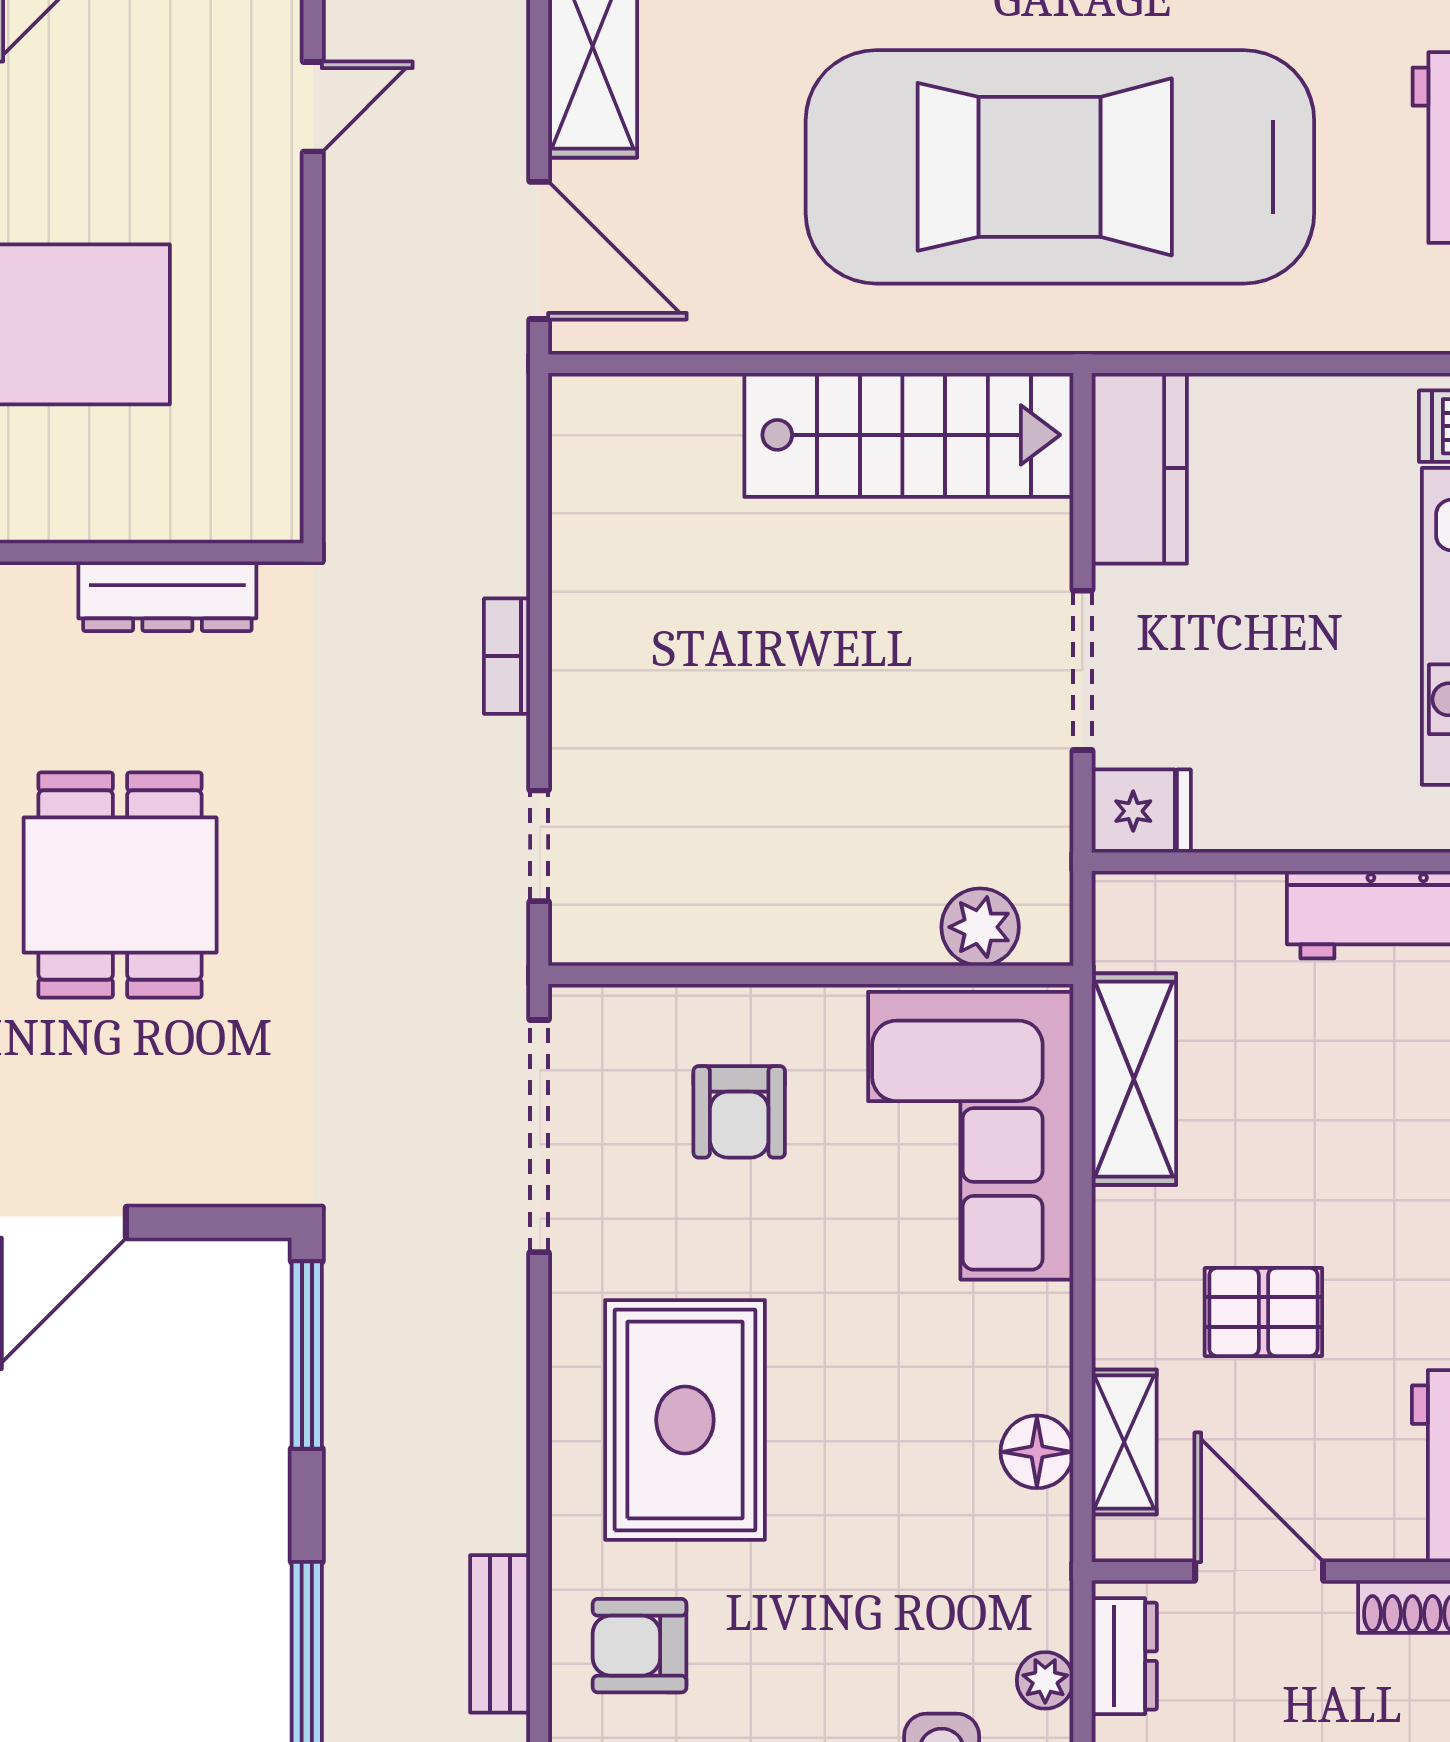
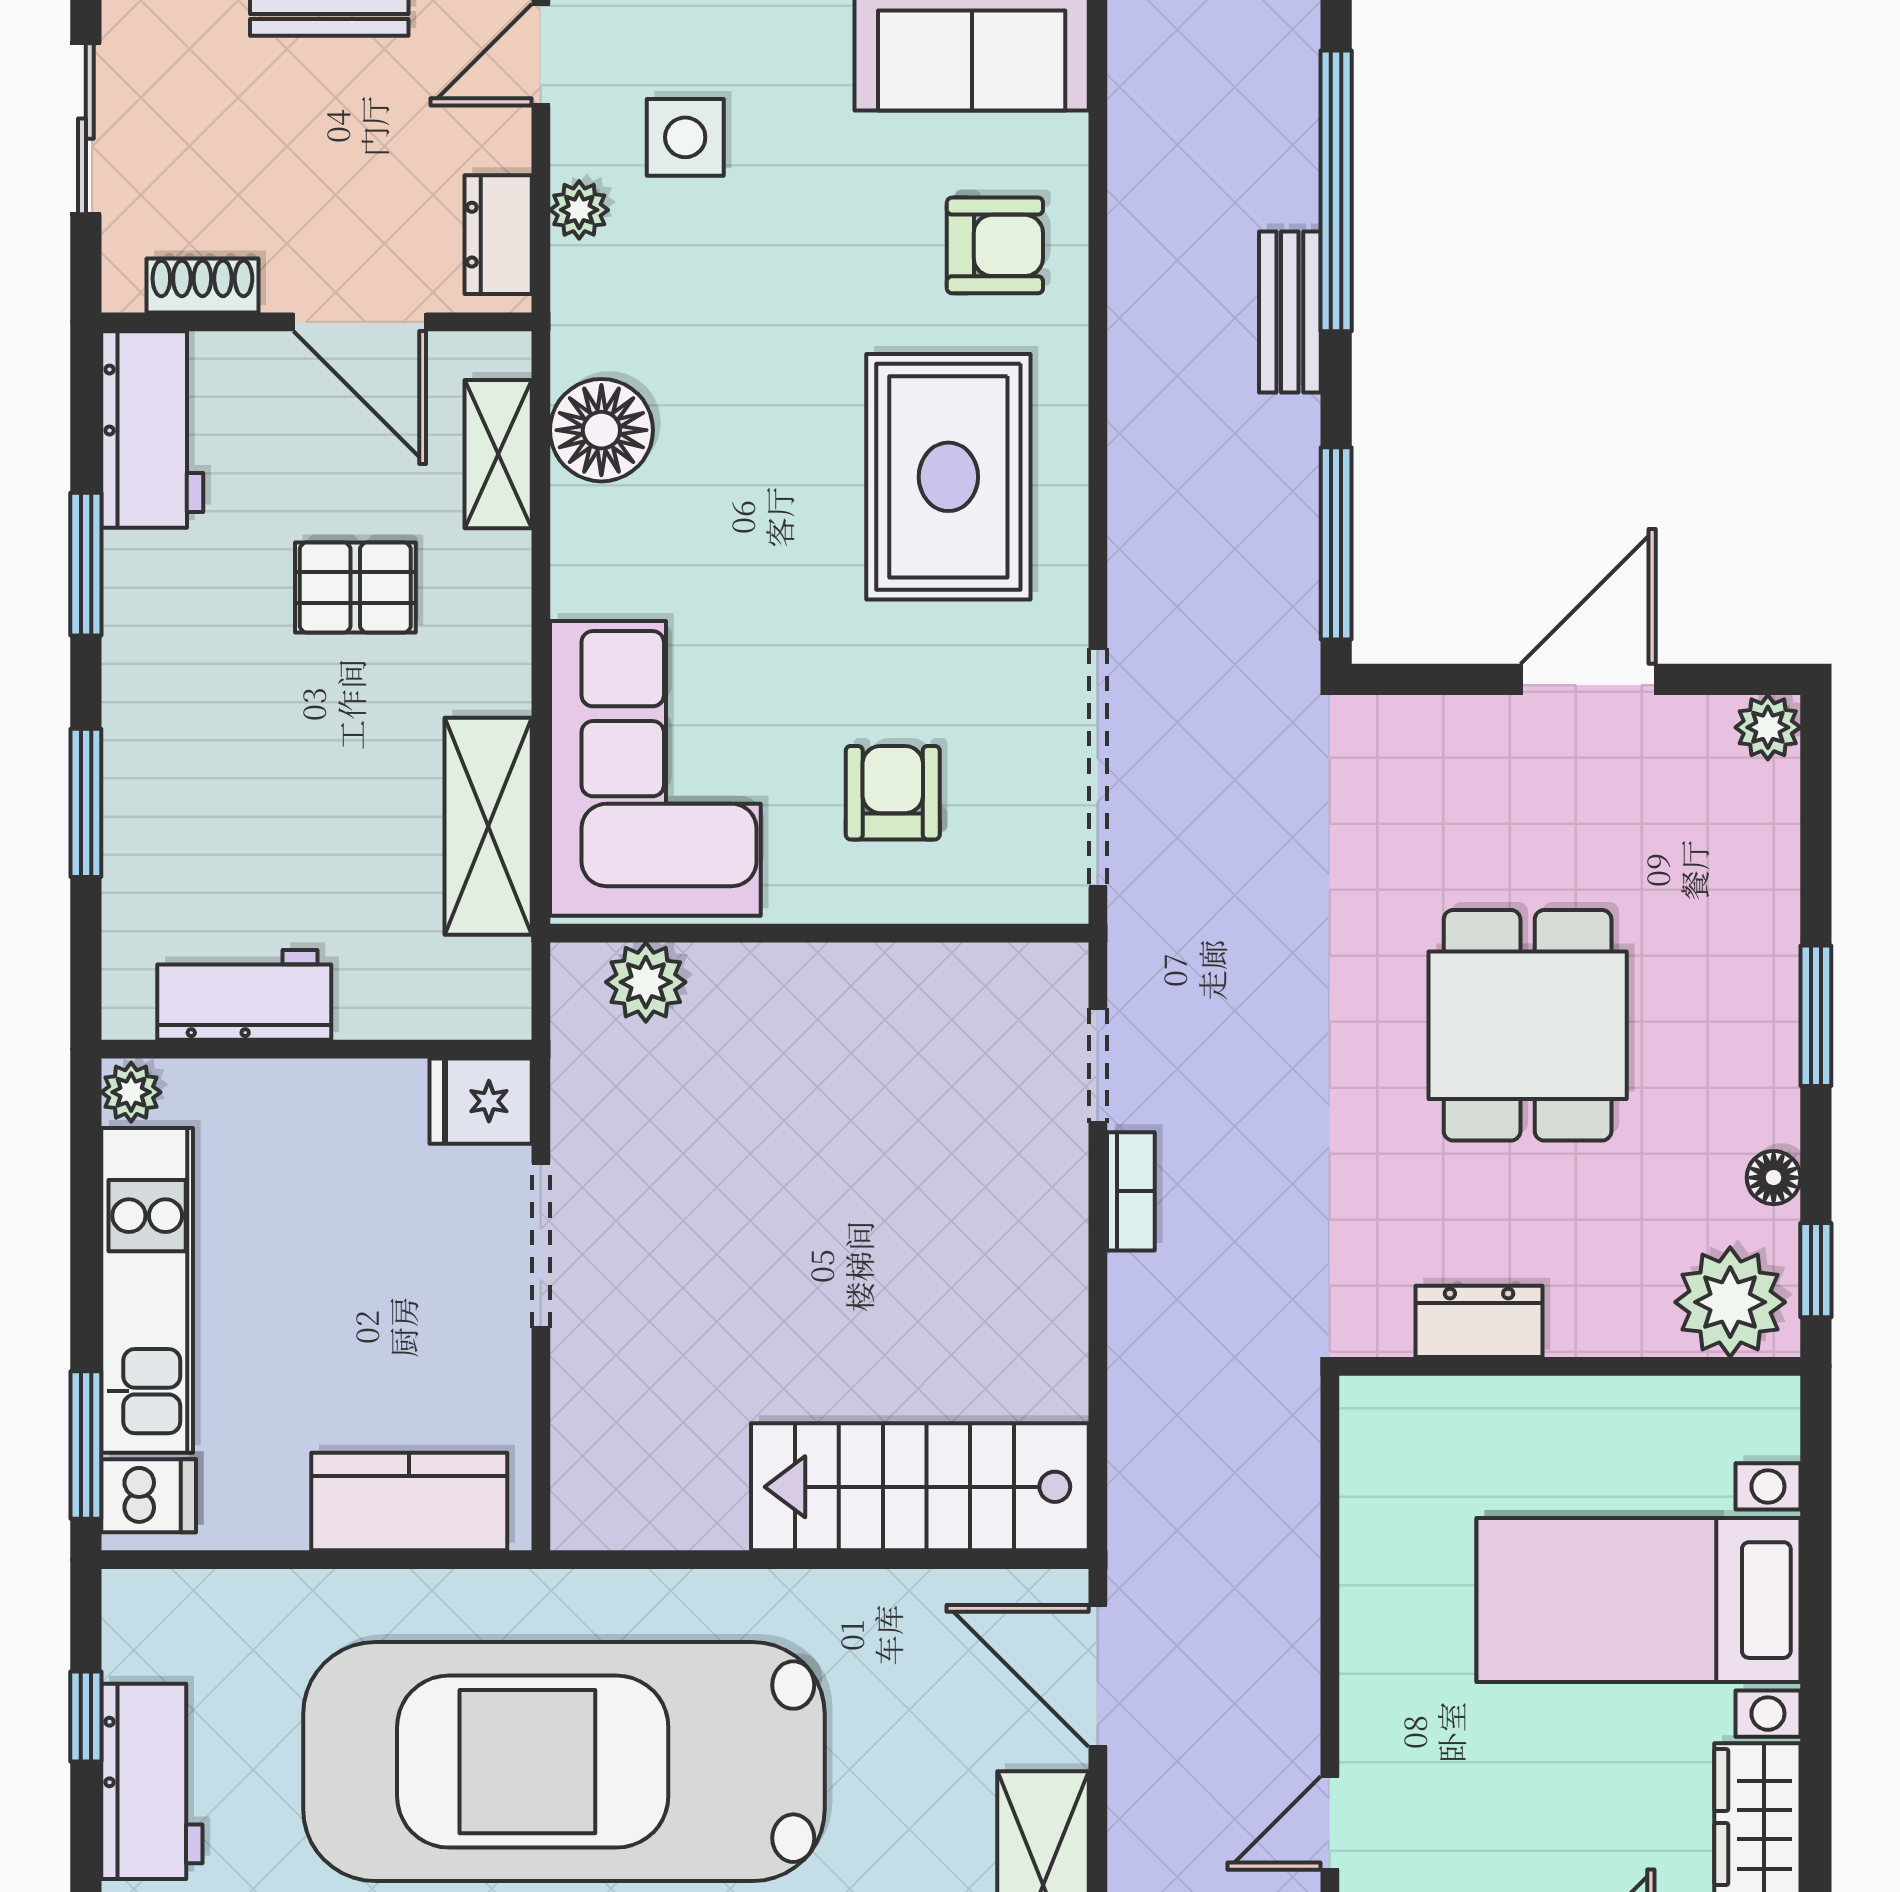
car: (1060, 167) -> (564, 1762), turned 180
stairs: (909, 435) -> (920, 1487), moved
kitchen counter: (1139, 468) -> (409, 1501), moved, turned 90
dresser: (167, 596) -> (1479, 1321), width x0.70
bookcase: (507, 656) -> (1131, 1191), moved
floor lamp: (1037, 1452) -> (601, 430), width x1.38, depth x1.38
bench: (500, 1634) -> (1290, 312), moved

